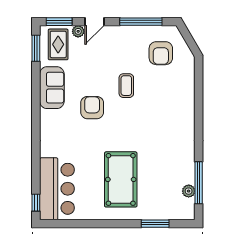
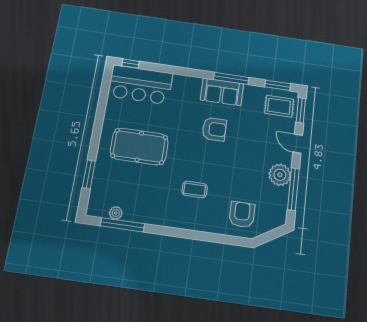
plant: (78, 31) -> (280, 175), moved, width x1.88, depth x1.88
armchair: (161, 53) -> (242, 214), moved, turned 90
coffee table: (126, 86) -> (195, 189), moved
sofa: (52, 88) -> (222, 92), moved
window: (36, 97) -> (231, 78), added

